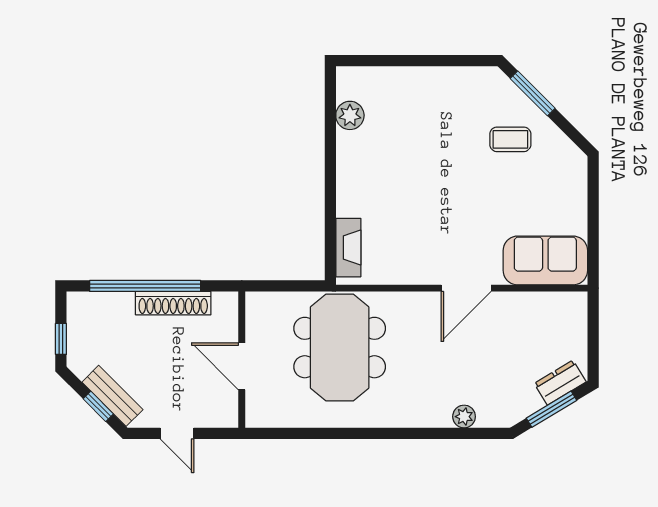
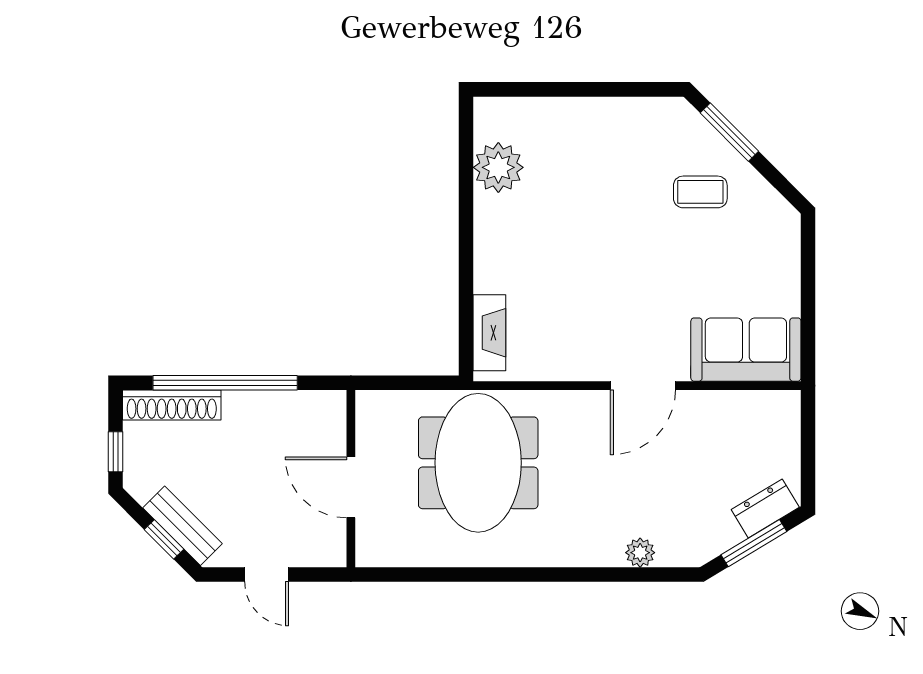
plant: (350, 115) -> (498, 167), width x1.36, depth x1.36
shoe rack: (173, 303) -> (172, 405), moved

